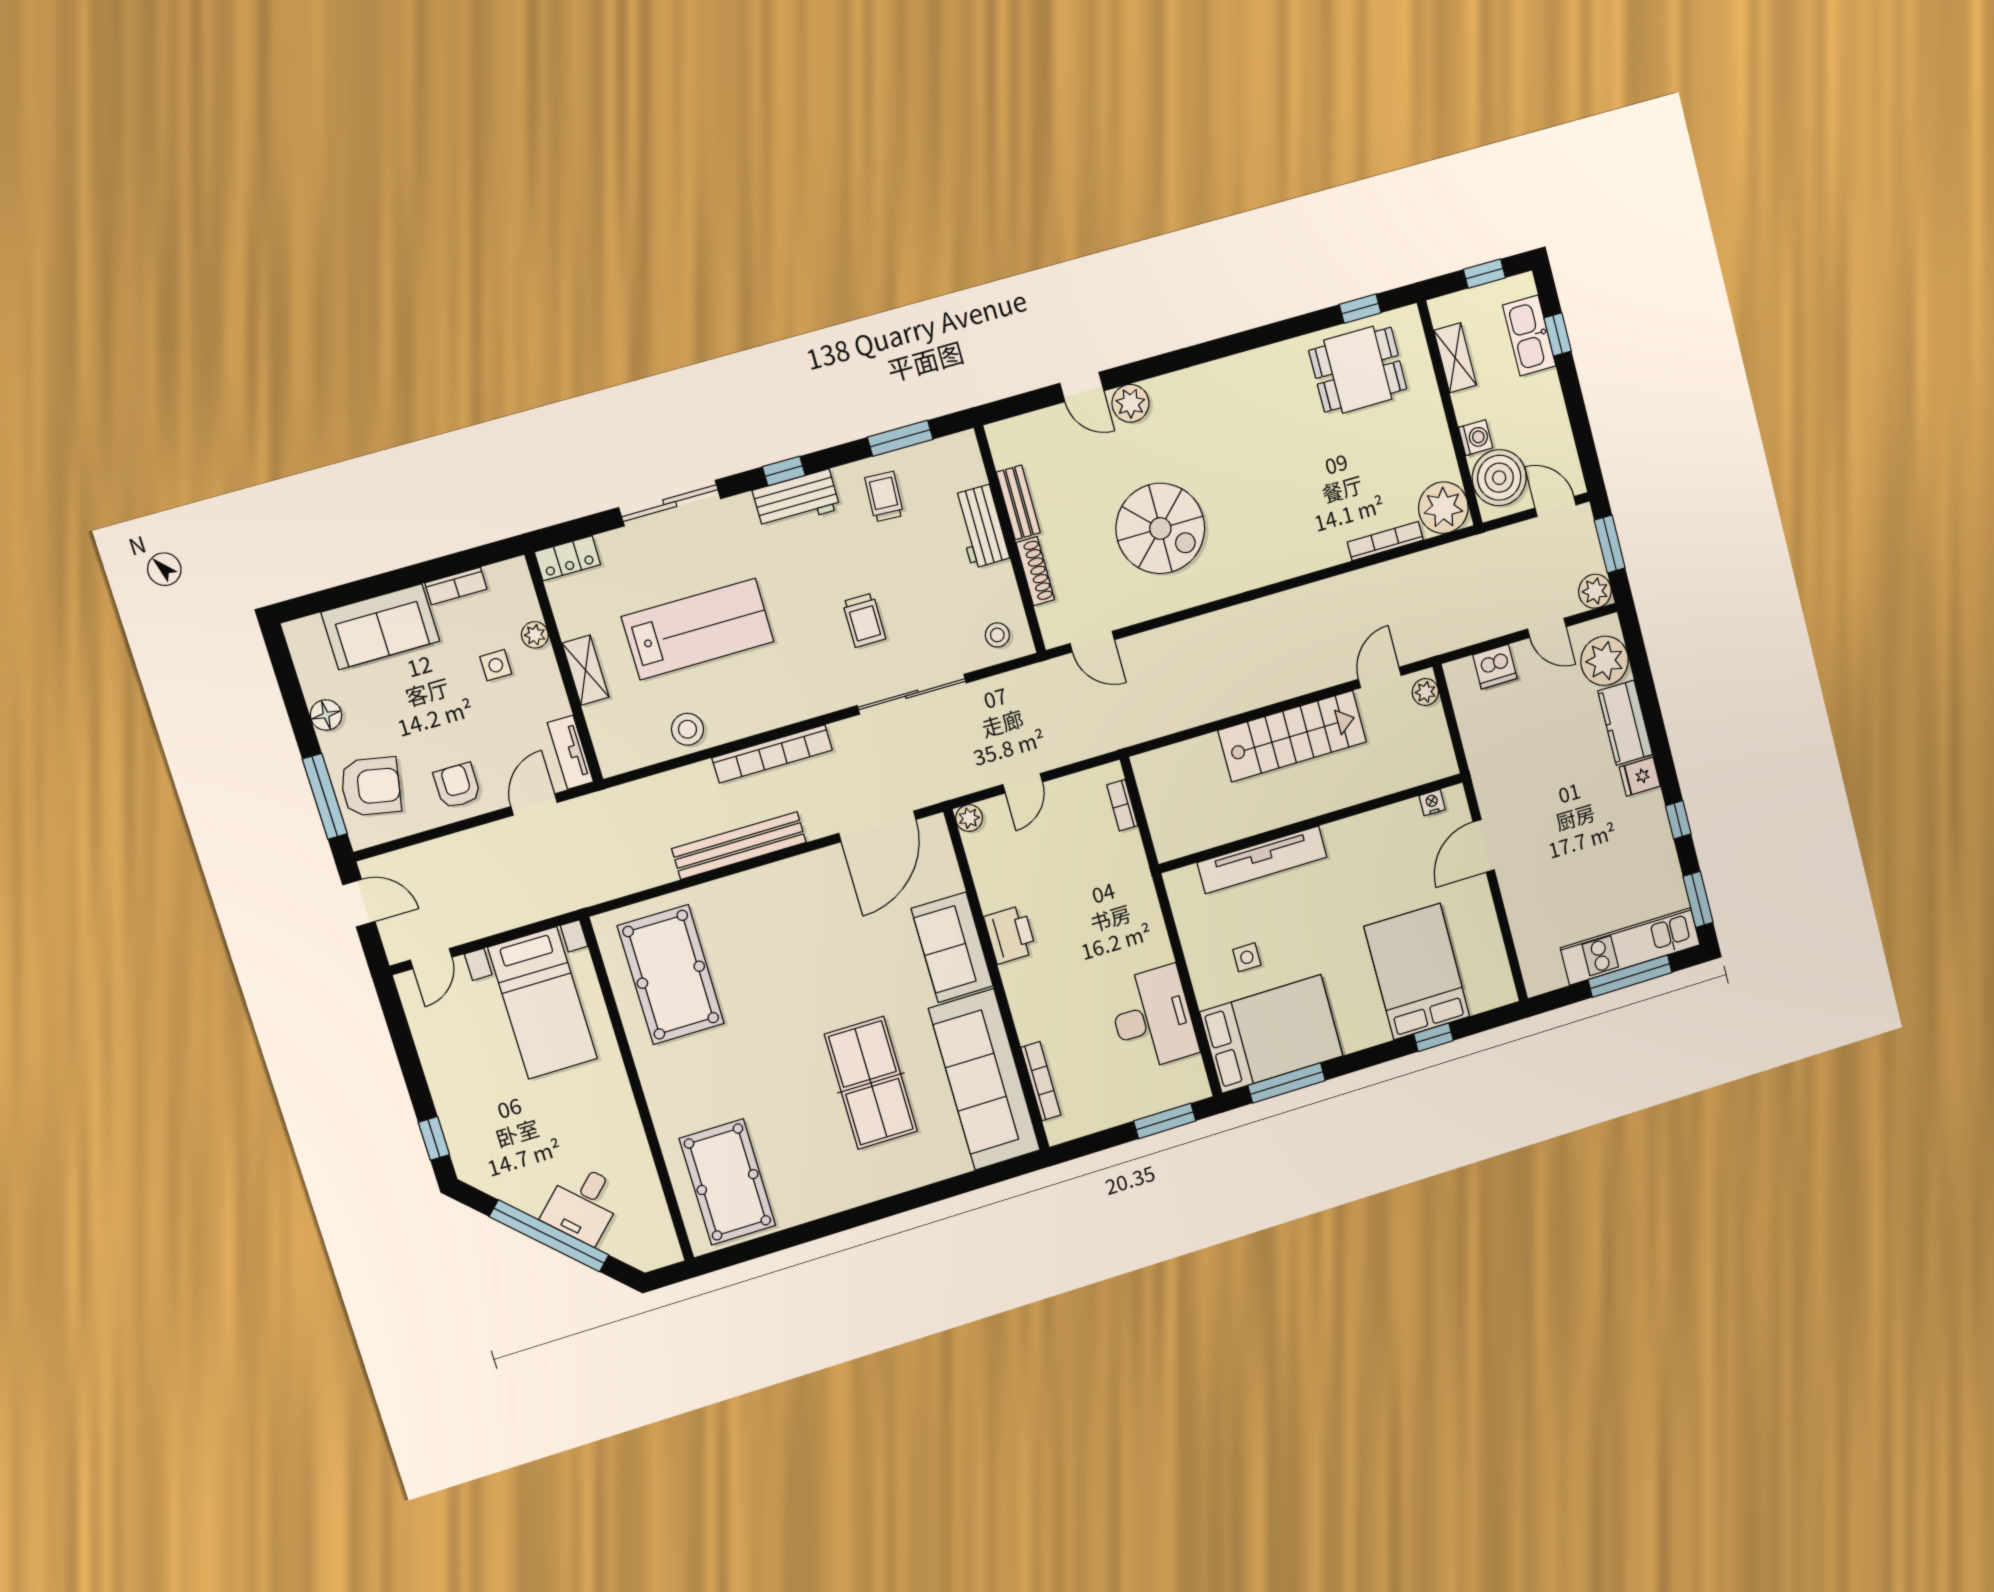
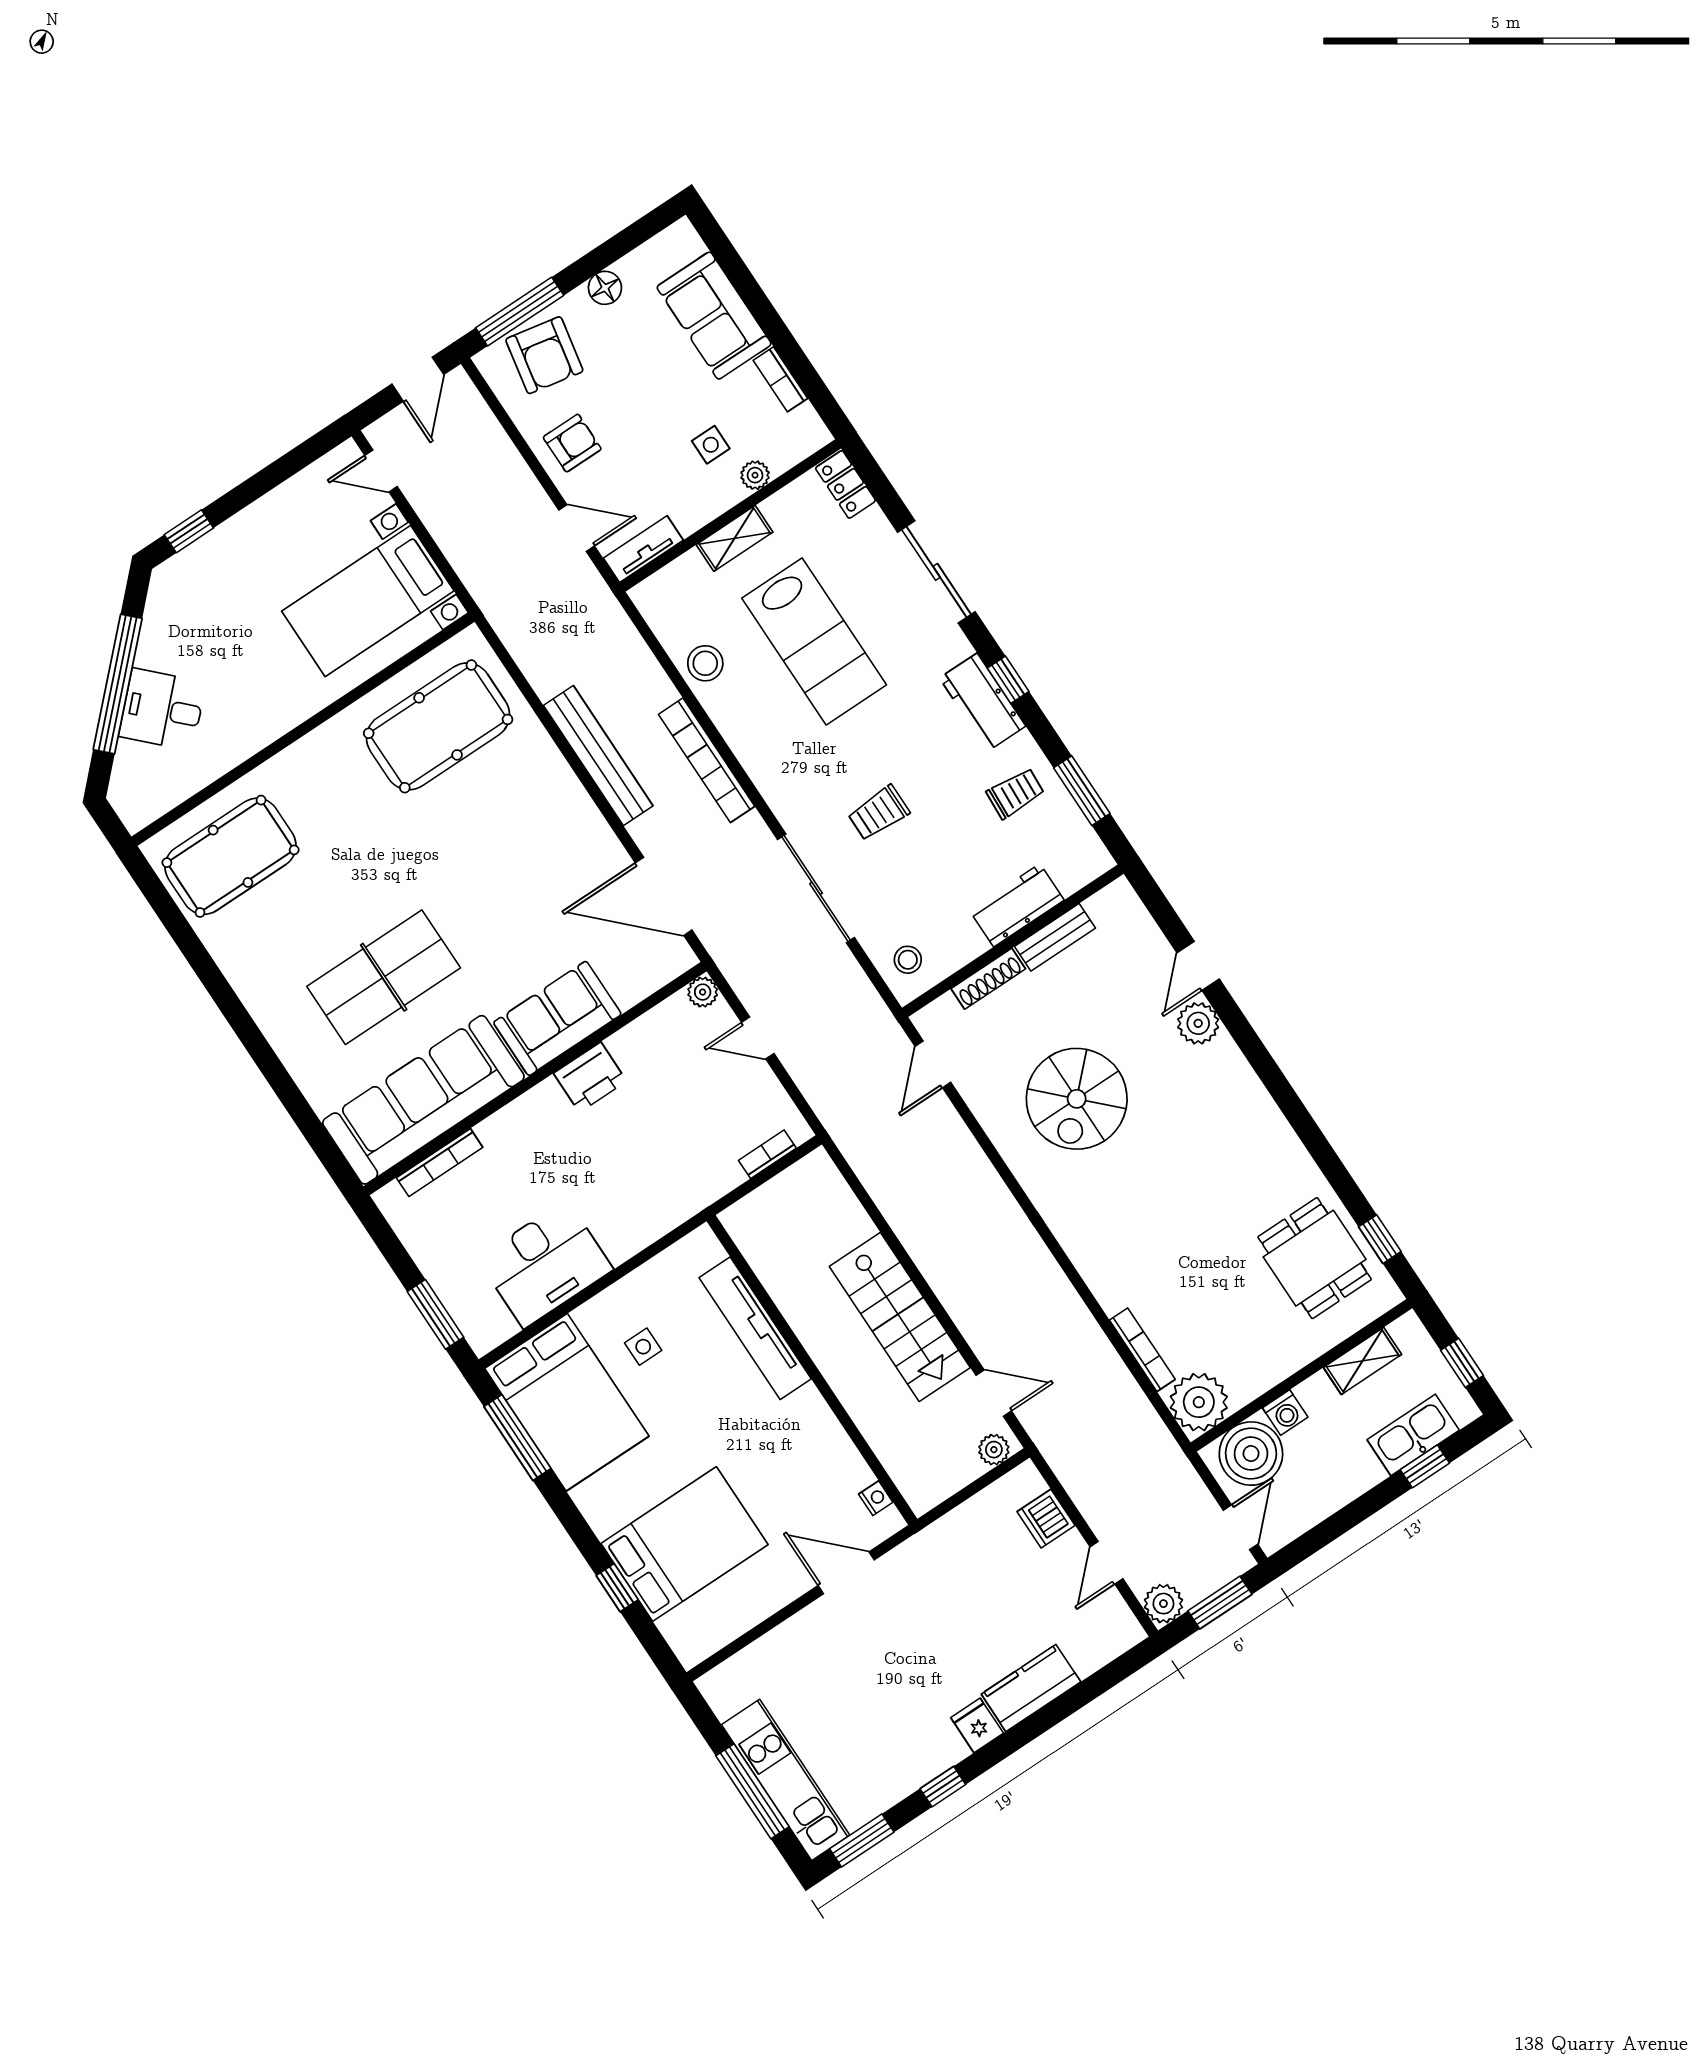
plant: (1605, 661) -> (1091, 1641), removed

